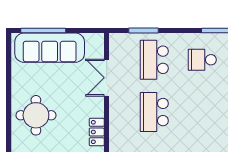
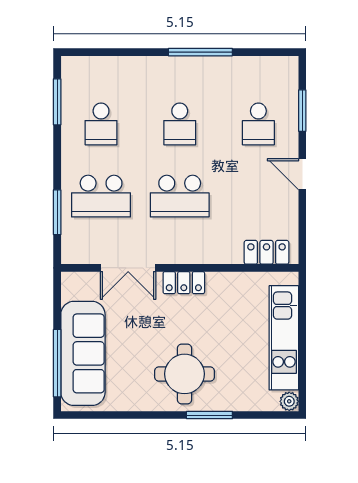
school desk: (202, 112) -> (180, 124), added
window: (9, 132) -> (209, 415), added
locker: (97, 132) -> (184, 283), moved

